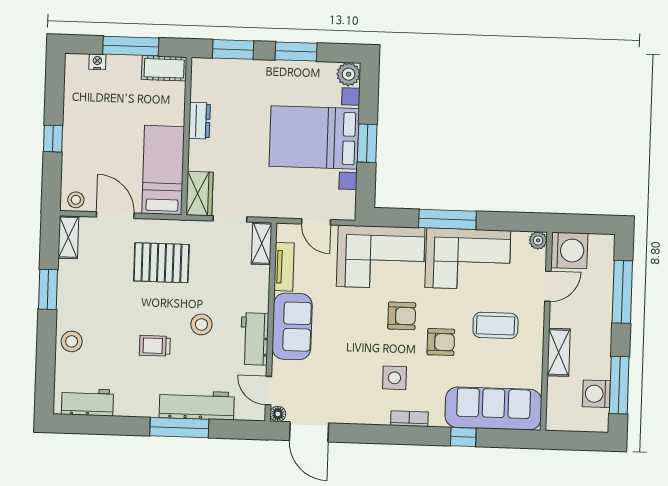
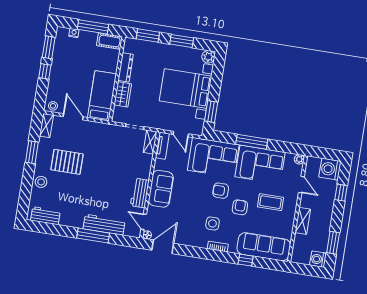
window: (54, 94) -> (49, 47), added
dresser: (199, 121) -> (126, 67), width x1.44
window: (367, 143) -> (211, 112), moved
wardrobe: (200, 194) -> (123, 94), moved
washing machine: (569, 250) -> (330, 169), moved, turned 180
pallet: (161, 263) -> (67, 162), moved
tv unit: (284, 267) -> (162, 146), moved
door: (548, 286) -> (301, 185), hinge flipped
window: (622, 292) -> (341, 193), width x0.46
armchair: (402, 316) -> (221, 191), turned 180
stool: (201, 324) -> (112, 182), removed
armchair: (441, 342) -> (240, 207), turned -90
trolley: (155, 346) -> (86, 190), removed
window: (619, 385) -> (333, 243), width x0.69
washing machine: (596, 394) -> (318, 259), moved
door: (309, 432) -> (163, 247), swing flipped

